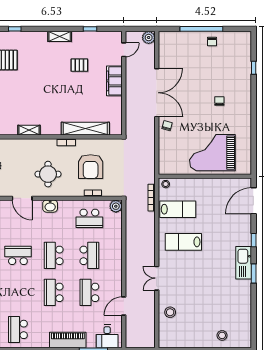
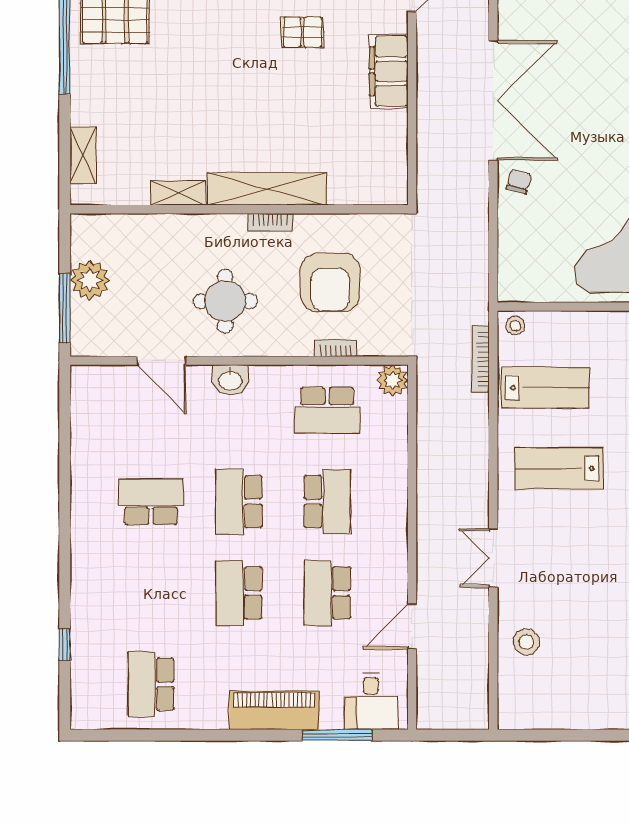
shelving: (85, 129) -> (267, 189), moved

